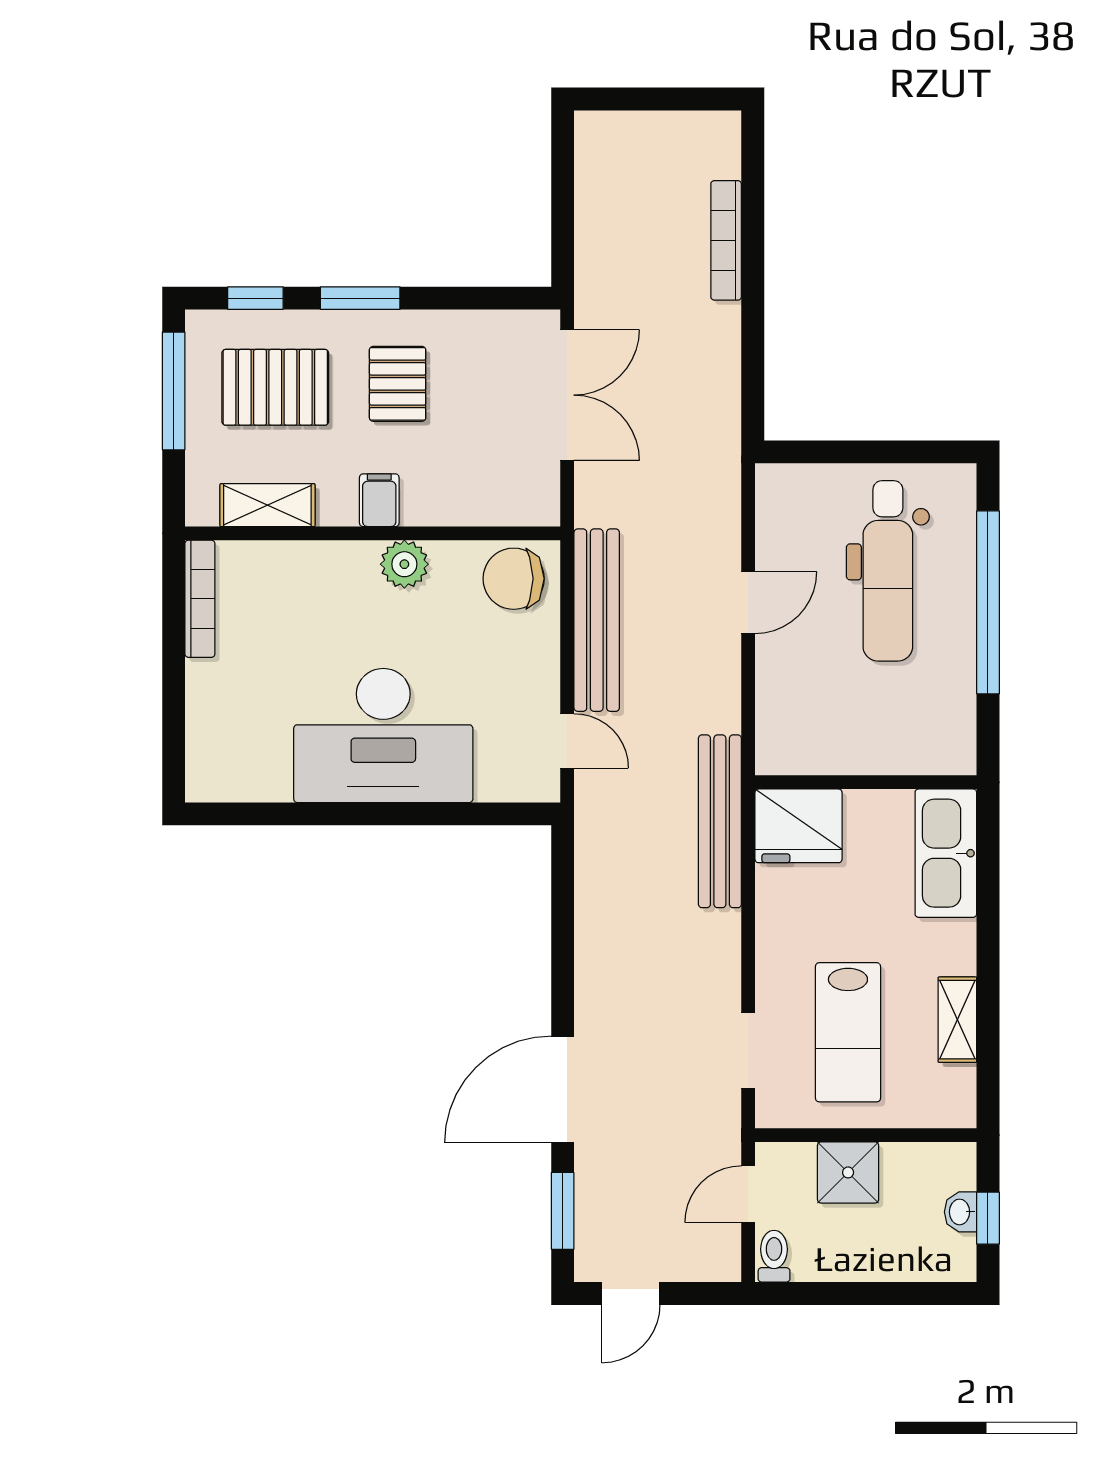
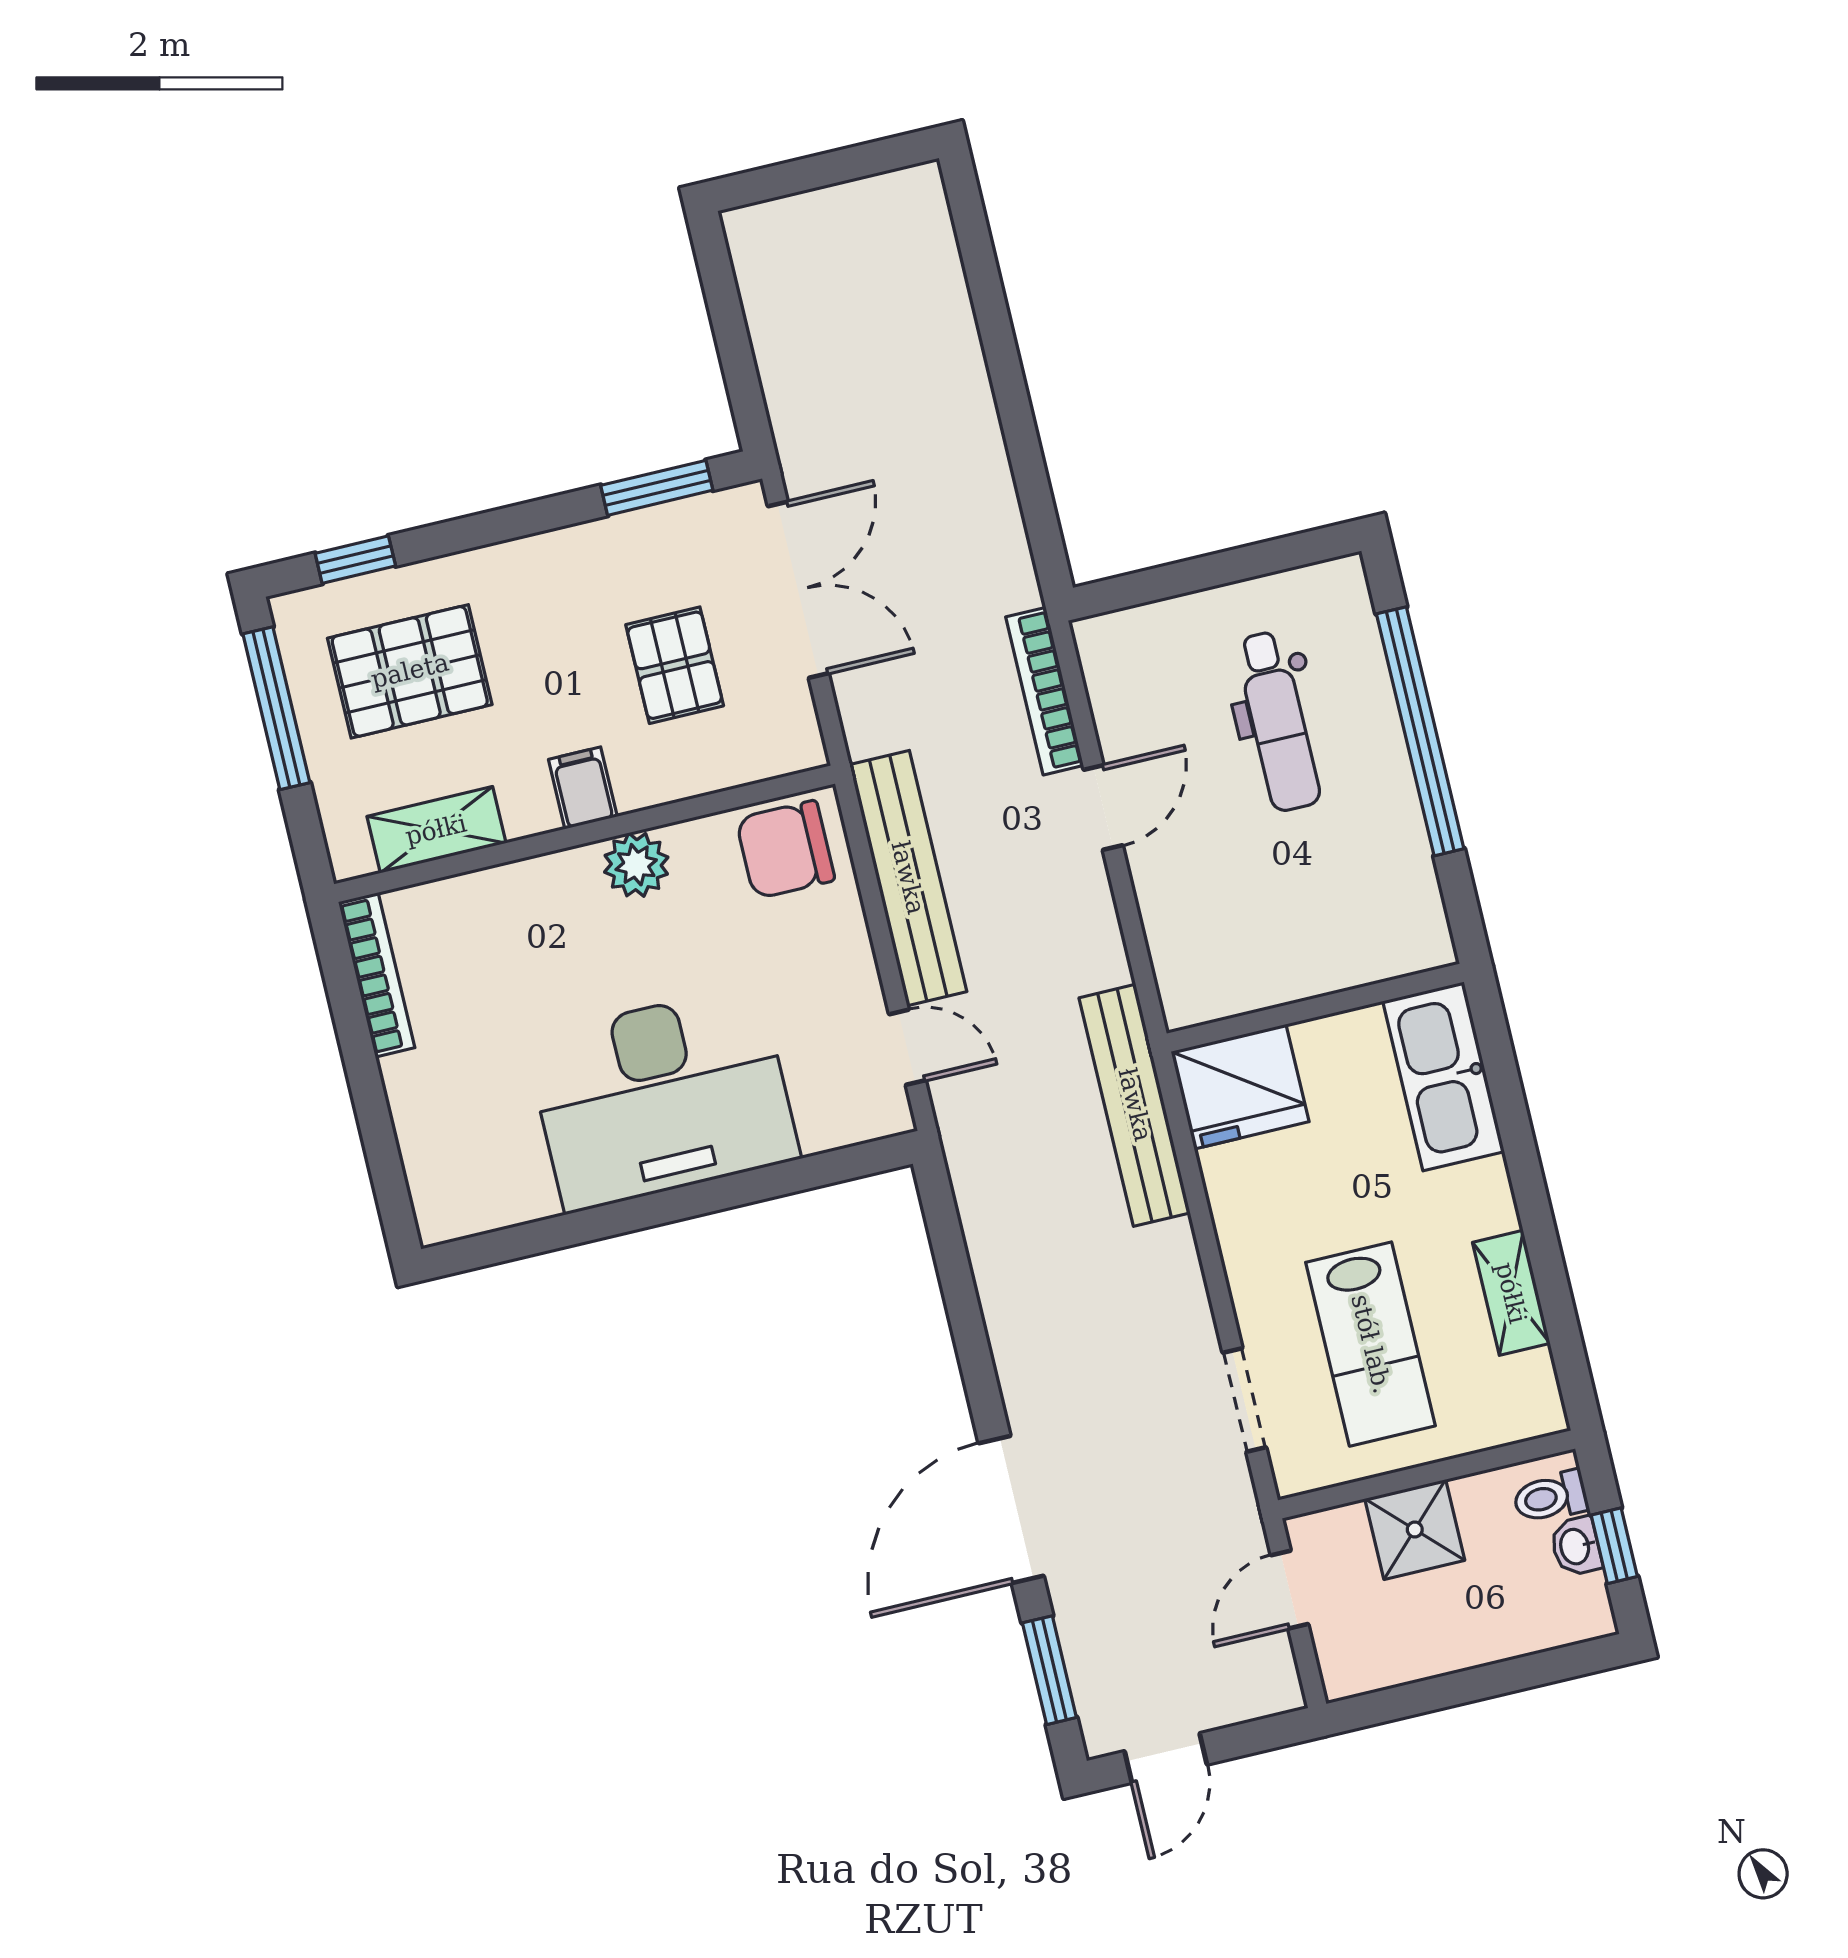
bookcase: (726, 240) -> (1045, 691), moved
window: (360, 298) -> (657, 488), moved
pallet: (398, 384) -> (675, 665), moved
dental chair: (888, 571) -> (1278, 721), width x0.73, depth x0.72
toilet: (774, 1256) -> (1551, 1497), moved, turned -90

